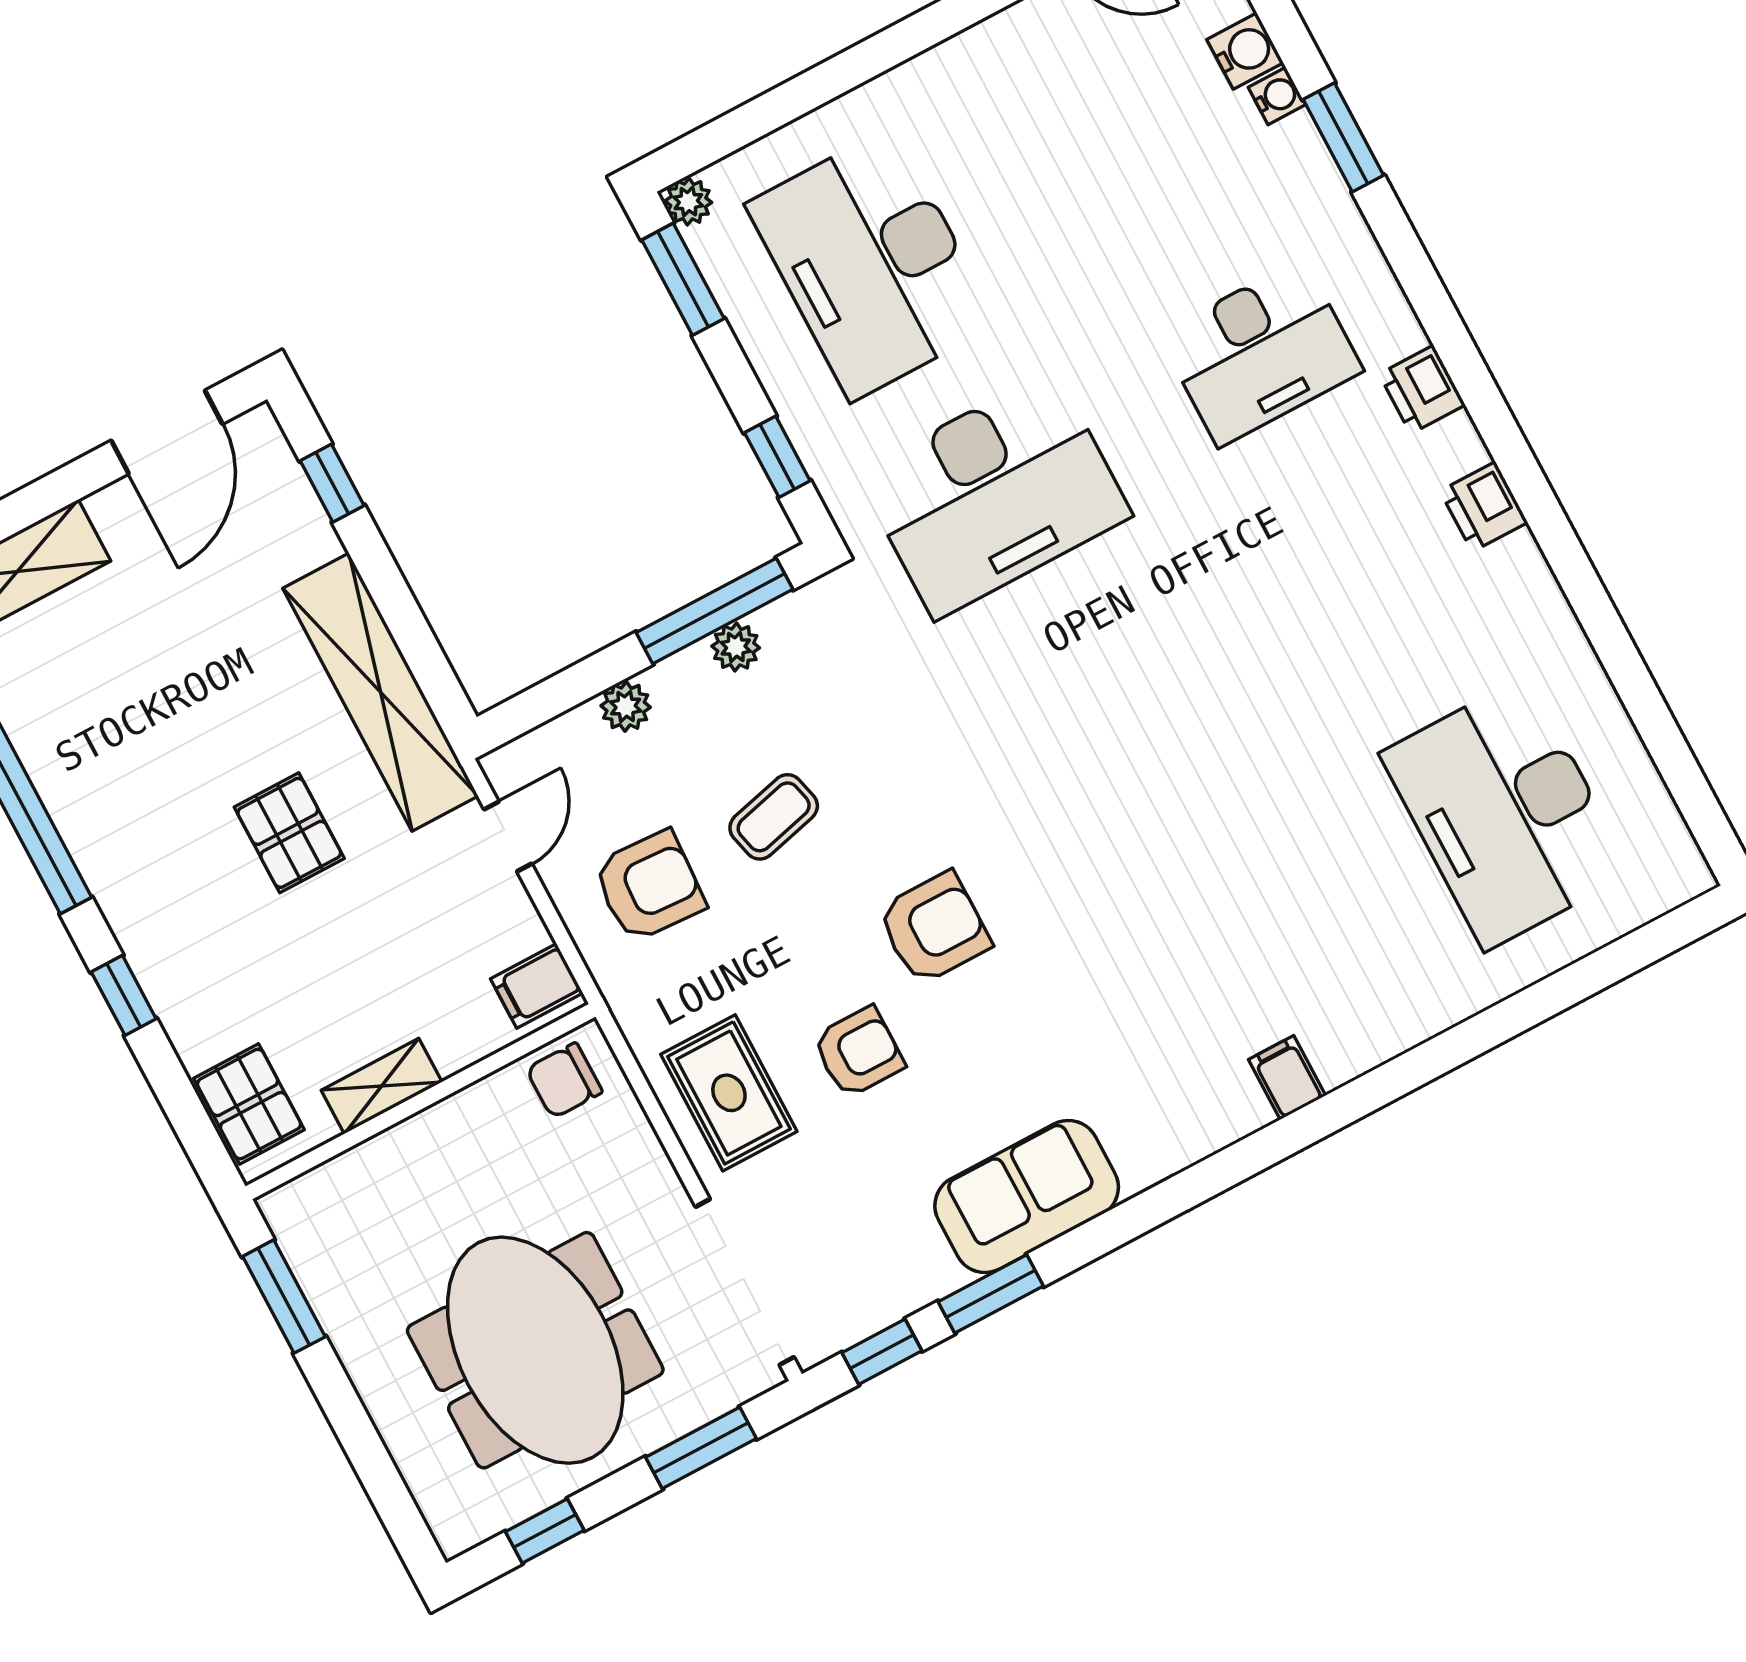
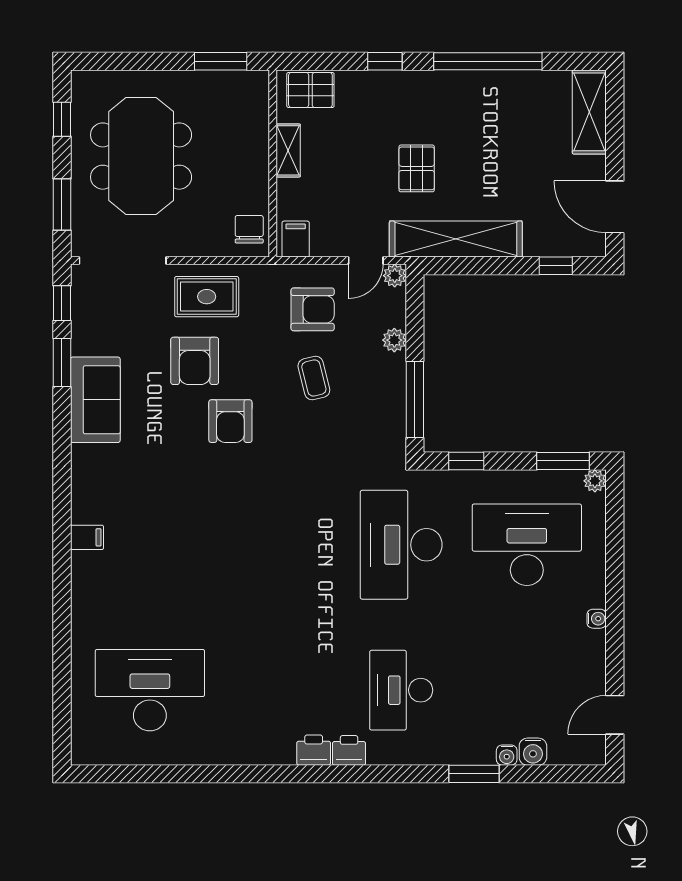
water cooler: (939, 64) -> (597, 619), added
printer: (1484, 507) -> (314, 750), moved
plant: (736, 647) -> (395, 276), moved
pallet: (289, 833) -> (417, 168), turned 90
door: (508, 836) -> (366, 261), hinge flipped
armchair: (649, 886) -> (313, 309), turned -93
armchair: (858, 1052) -> (195, 361), width x1.38, depth x1.38
meeting table: (535, 1350) -> (141, 156), turned 90

